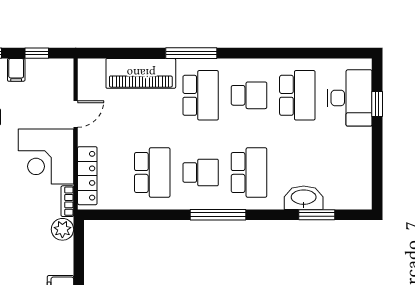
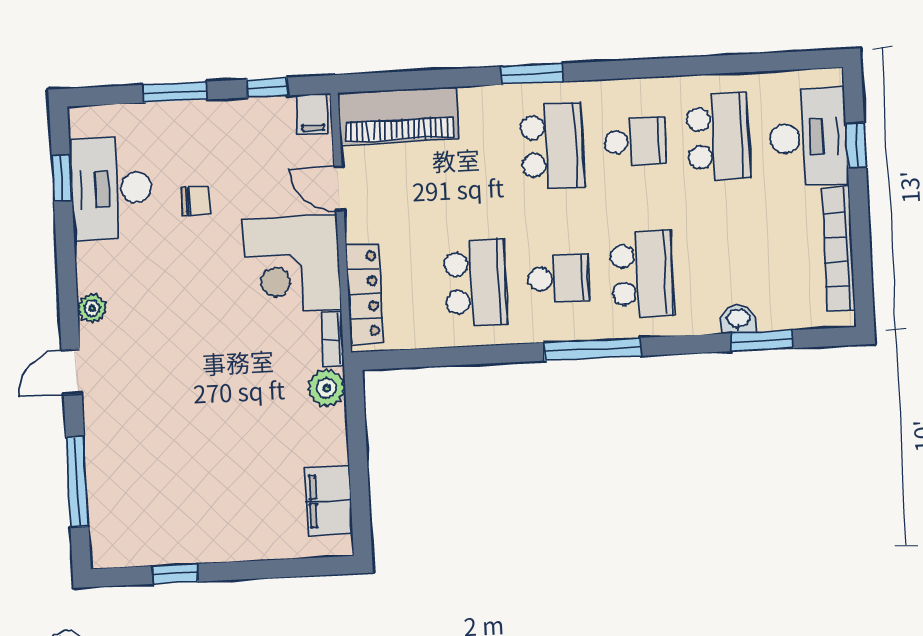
window: (191, 53) -> (532, 74), width x0.69
filing cabinet: (16, 70) -> (312, 114), moved
piano: (141, 73) -> (399, 116), moved
door: (76, 114) -> (339, 189), swing flipped
bookcase: (364, 164) -> (838, 249), added
washbasin: (304, 198) -> (738, 319), width x0.52, depth x0.69

